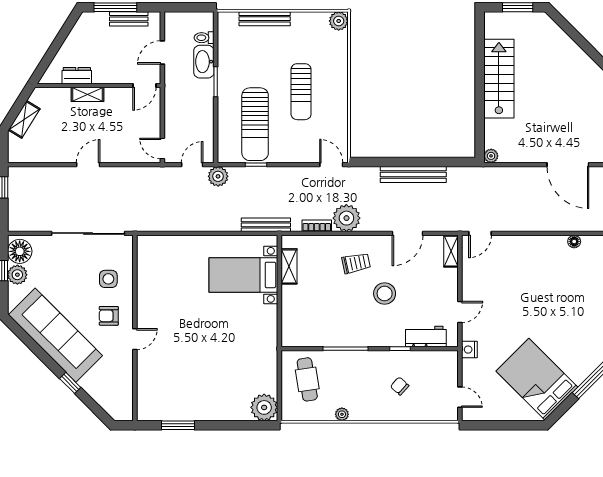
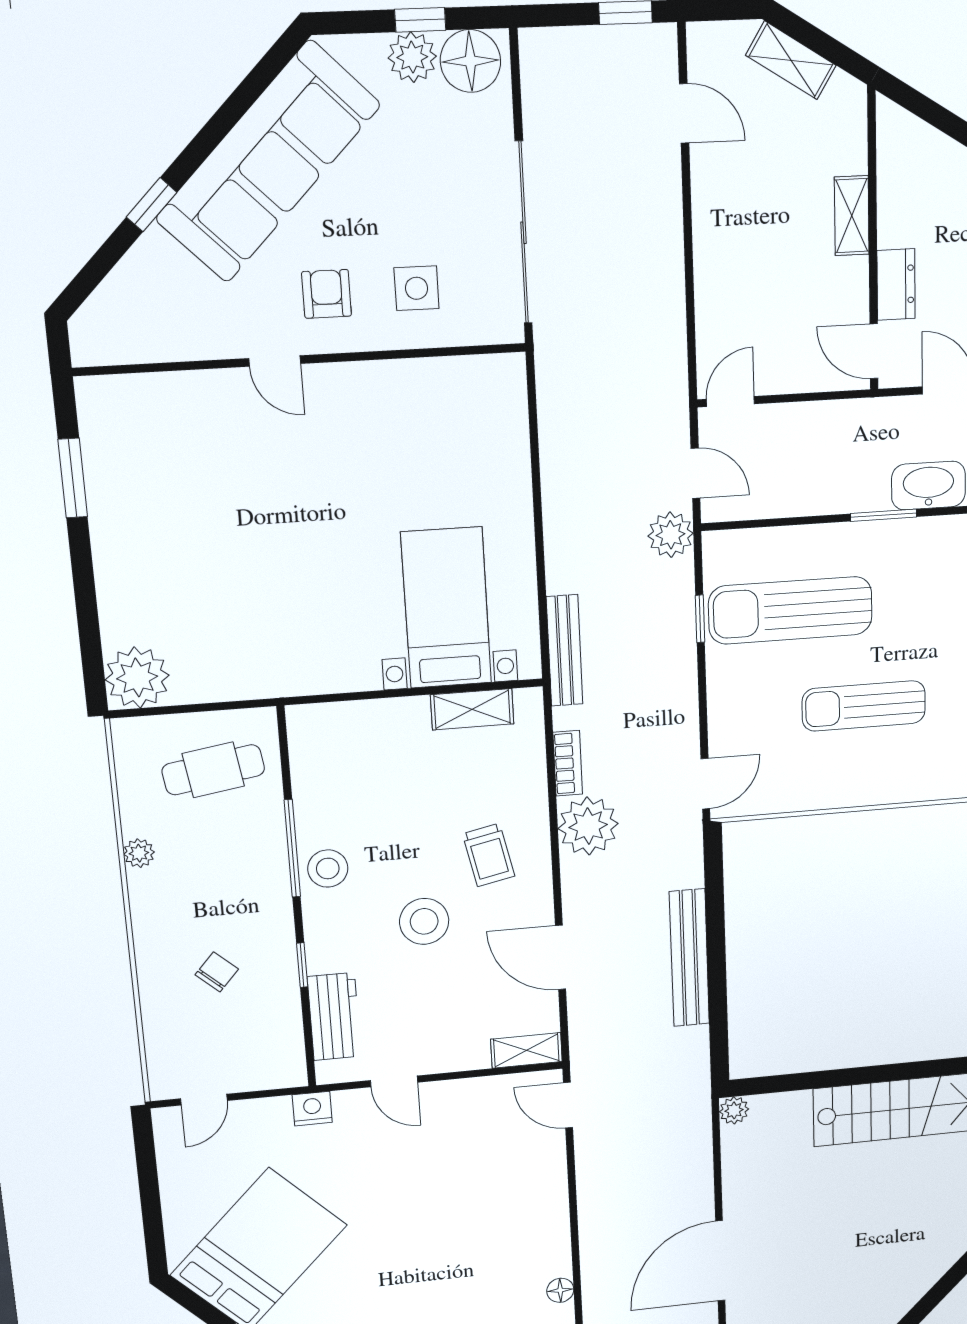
dresser: (77, 76) -> (896, 284), moved
door: (88, 165) -> (684, 113), moved
stool: (356, 334) -> (328, 868), added

